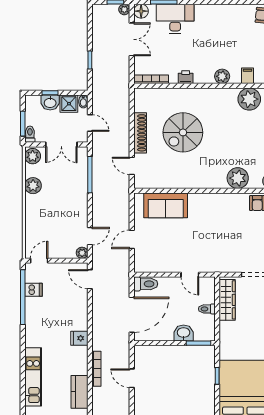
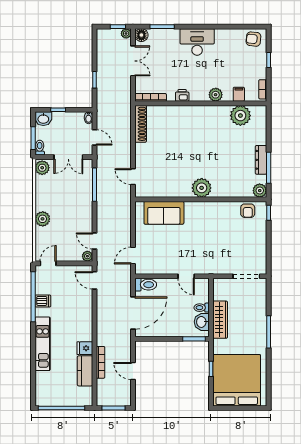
desk: (175, 19) -> (197, 42), moved
washbasin: (50, 103) -> (43, 119), moved
shower: (69, 104) -> (75, 120), removed
spiral stairs: (183, 132) -> (180, 146), removed
shoe rack: (140, 133) -> (141, 124), moved
plant: (238, 178) -> (202, 188), moved
plant: (33, 186) -> (43, 219), moved
door: (90, 236) -> (95, 241), swing flipped
door: (132, 239) -> (133, 256), moved
dishwasher: (33, 290) -> (43, 301), moved
wardrobe: (227, 300) -> (220, 320), moved
washbasin: (184, 333) -> (202, 322), moved, turned -90
fridge: (79, 338) -> (85, 348), moved
kitchen unit: (33, 377) -> (43, 344), moved
kitchen counter: (79, 392) -> (85, 371), moved

